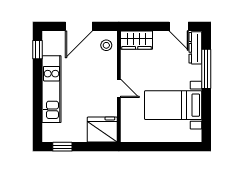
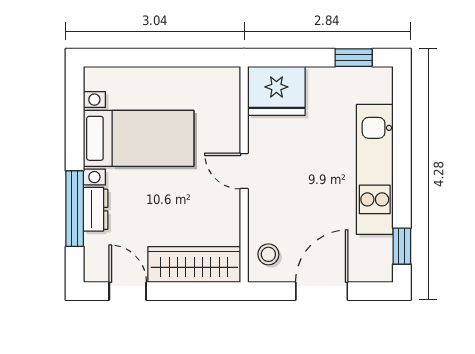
wardrobe: (137, 40) -> (194, 264), width x1.50
dresser: (195, 48) -> (96, 209), moved, width x0.70

